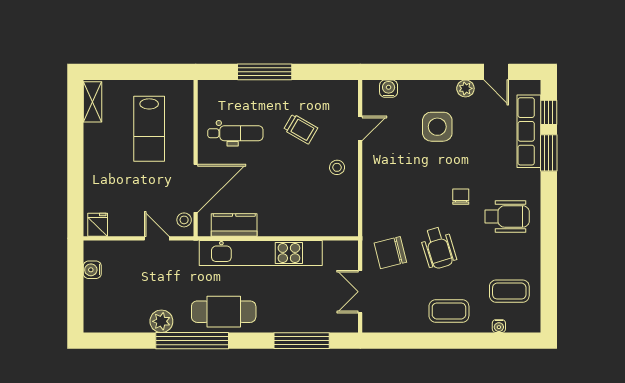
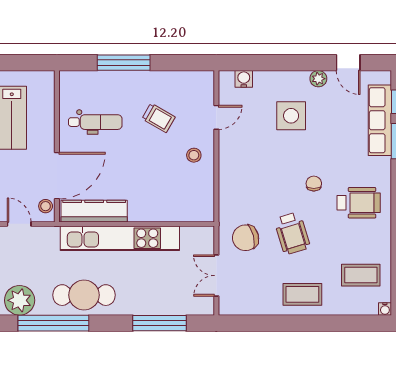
kitchen counter: (234, 225) -> (94, 211), width x1.50
plant: (161, 321) -> (20, 300), width x1.36, depth x1.36
water cooler: (499, 326) -> (385, 309), moved

